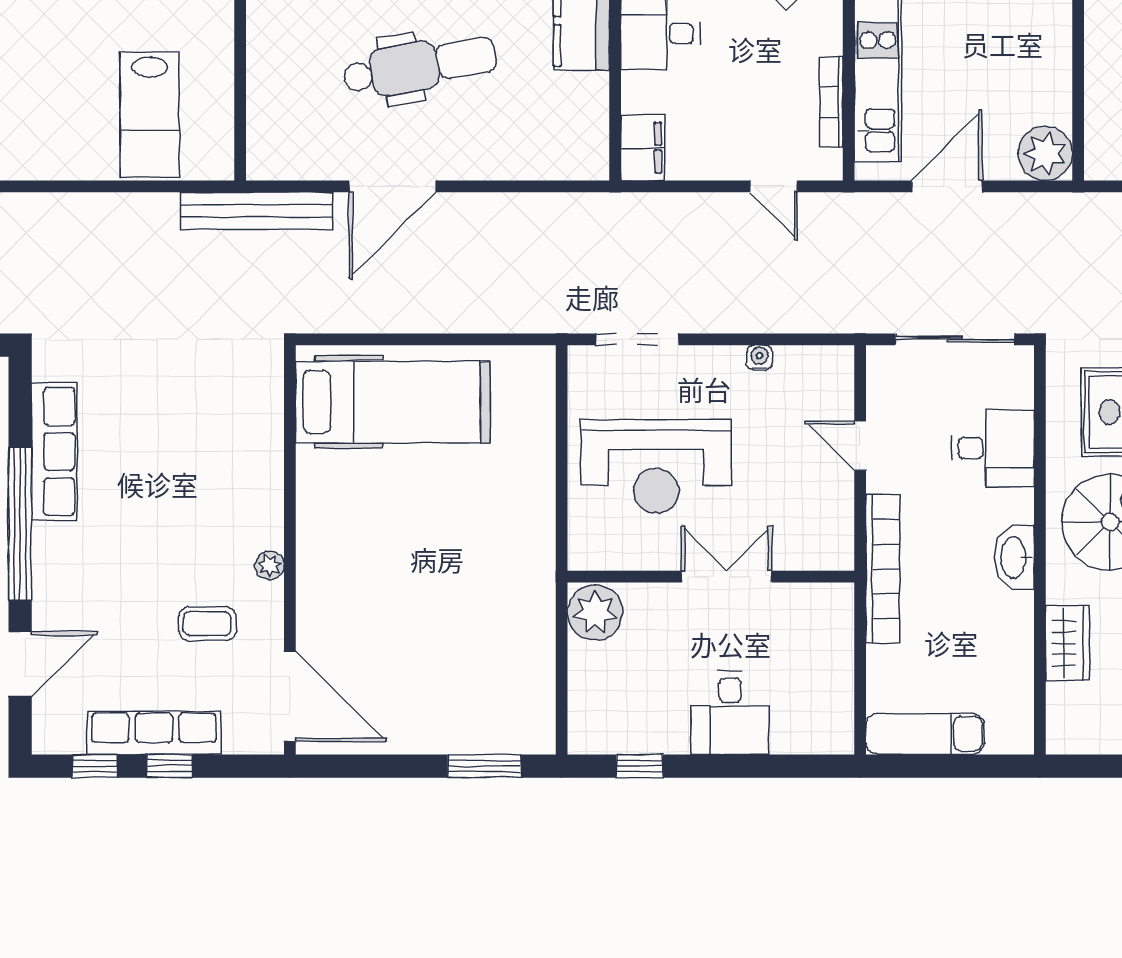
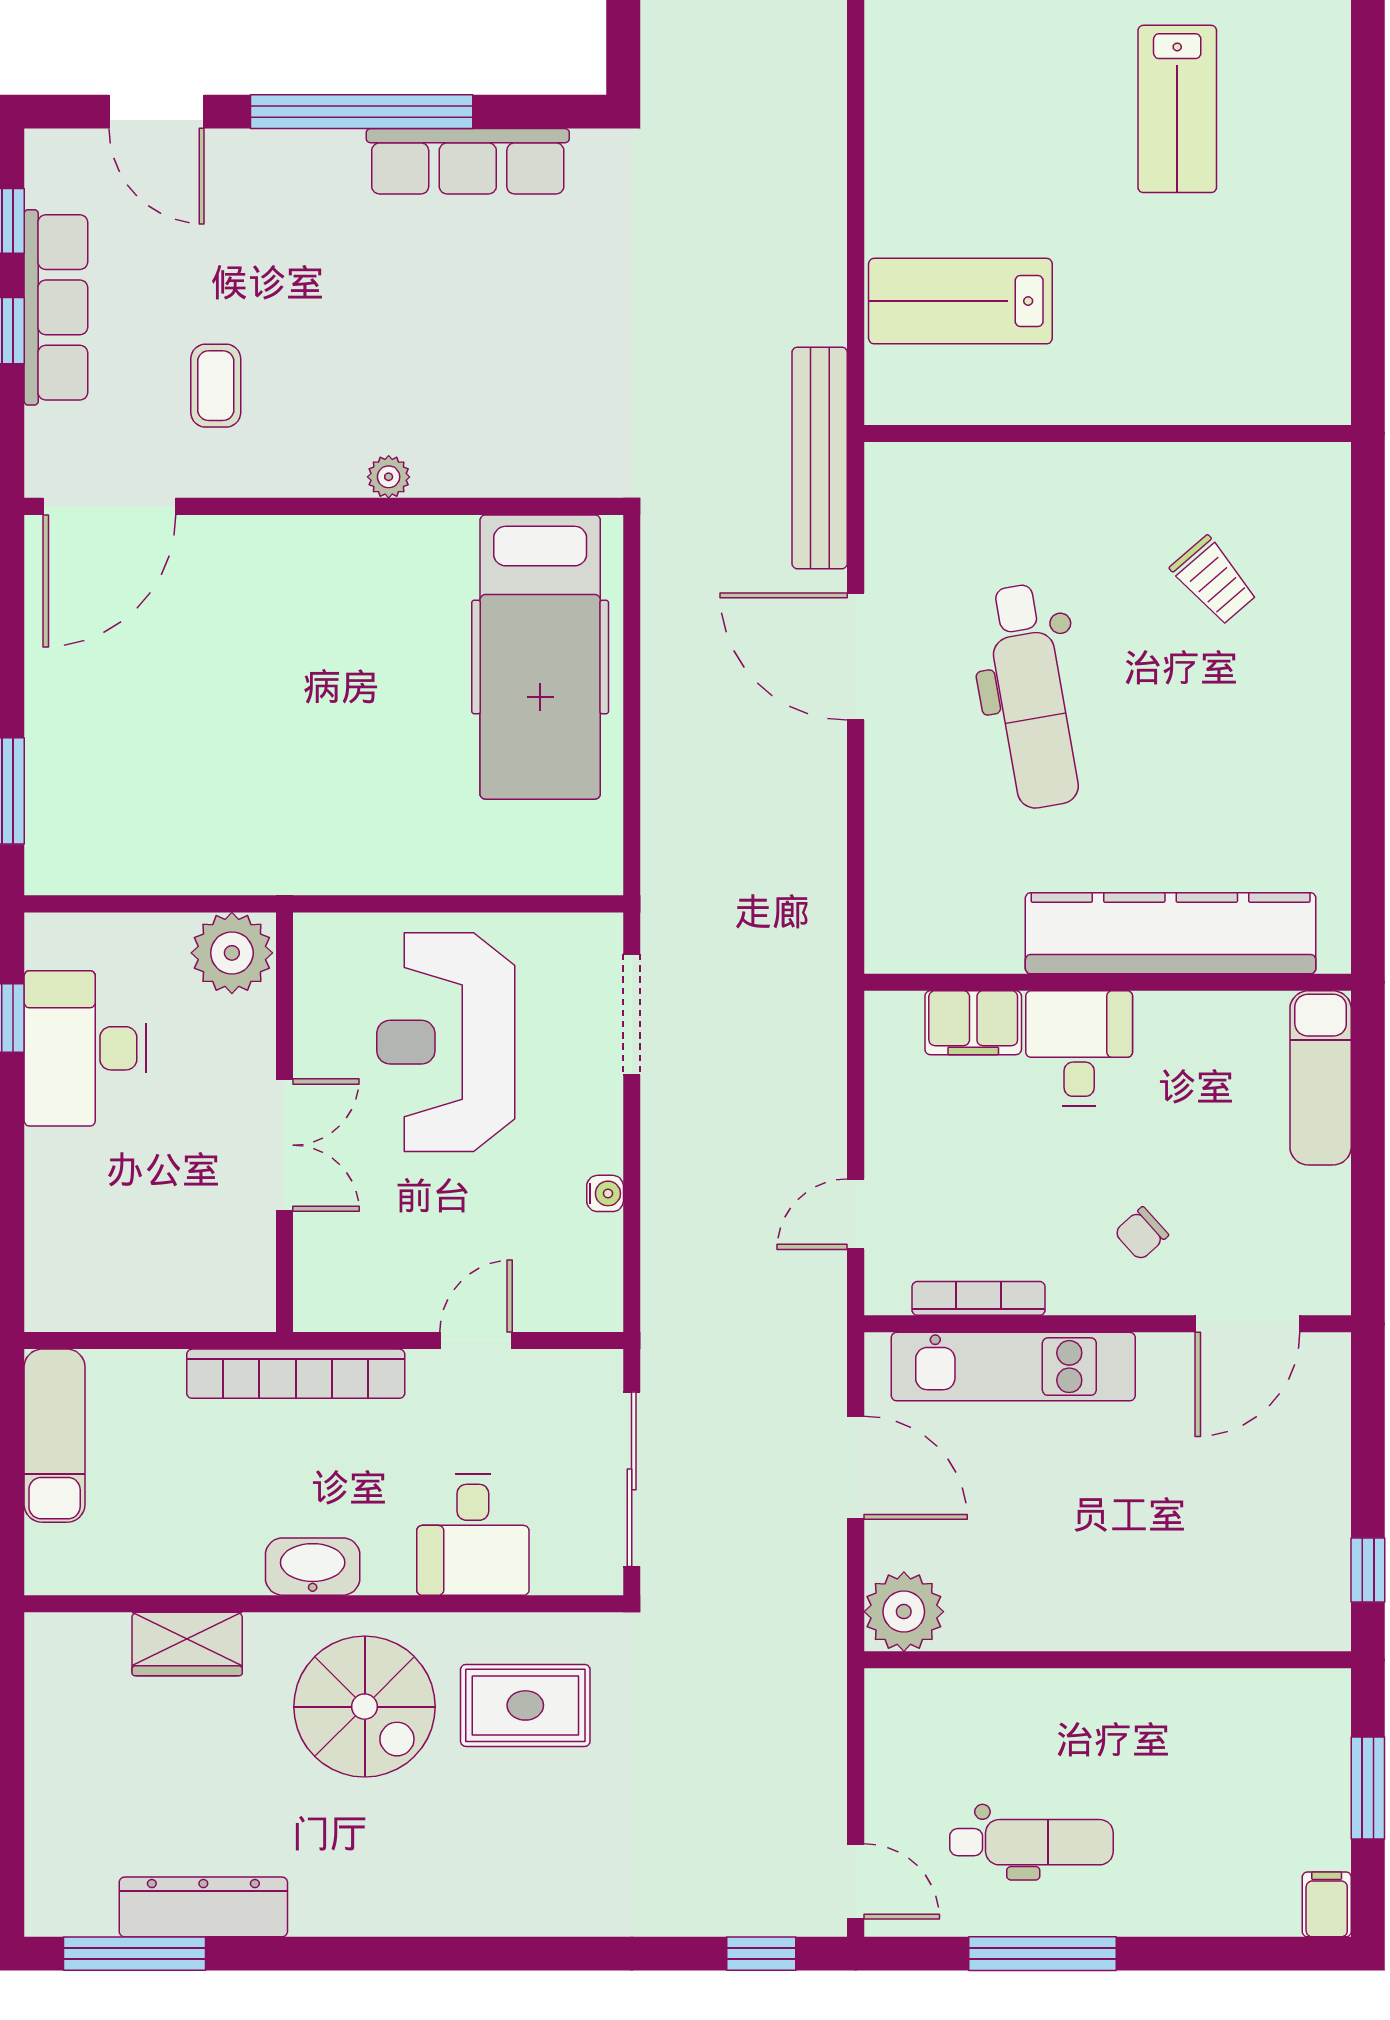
filing cabinet: (643, 148) -> (973, 1023), moved
plant: (270, 565) -> (389, 477), moved
desk: (730, 713) -> (85, 1048), moved, width x1.37

